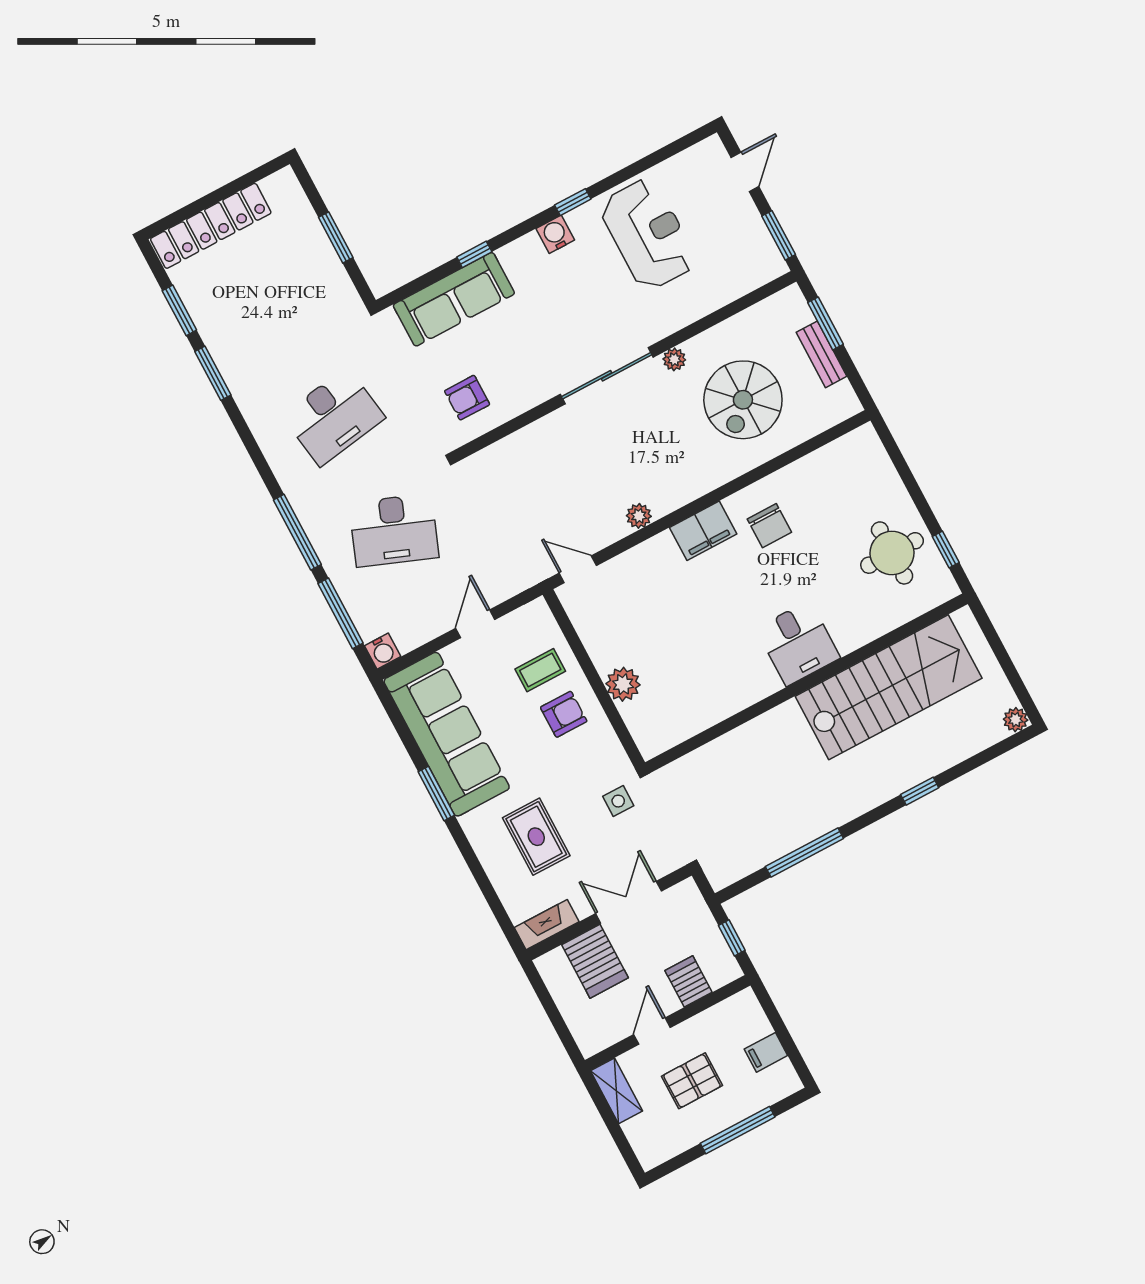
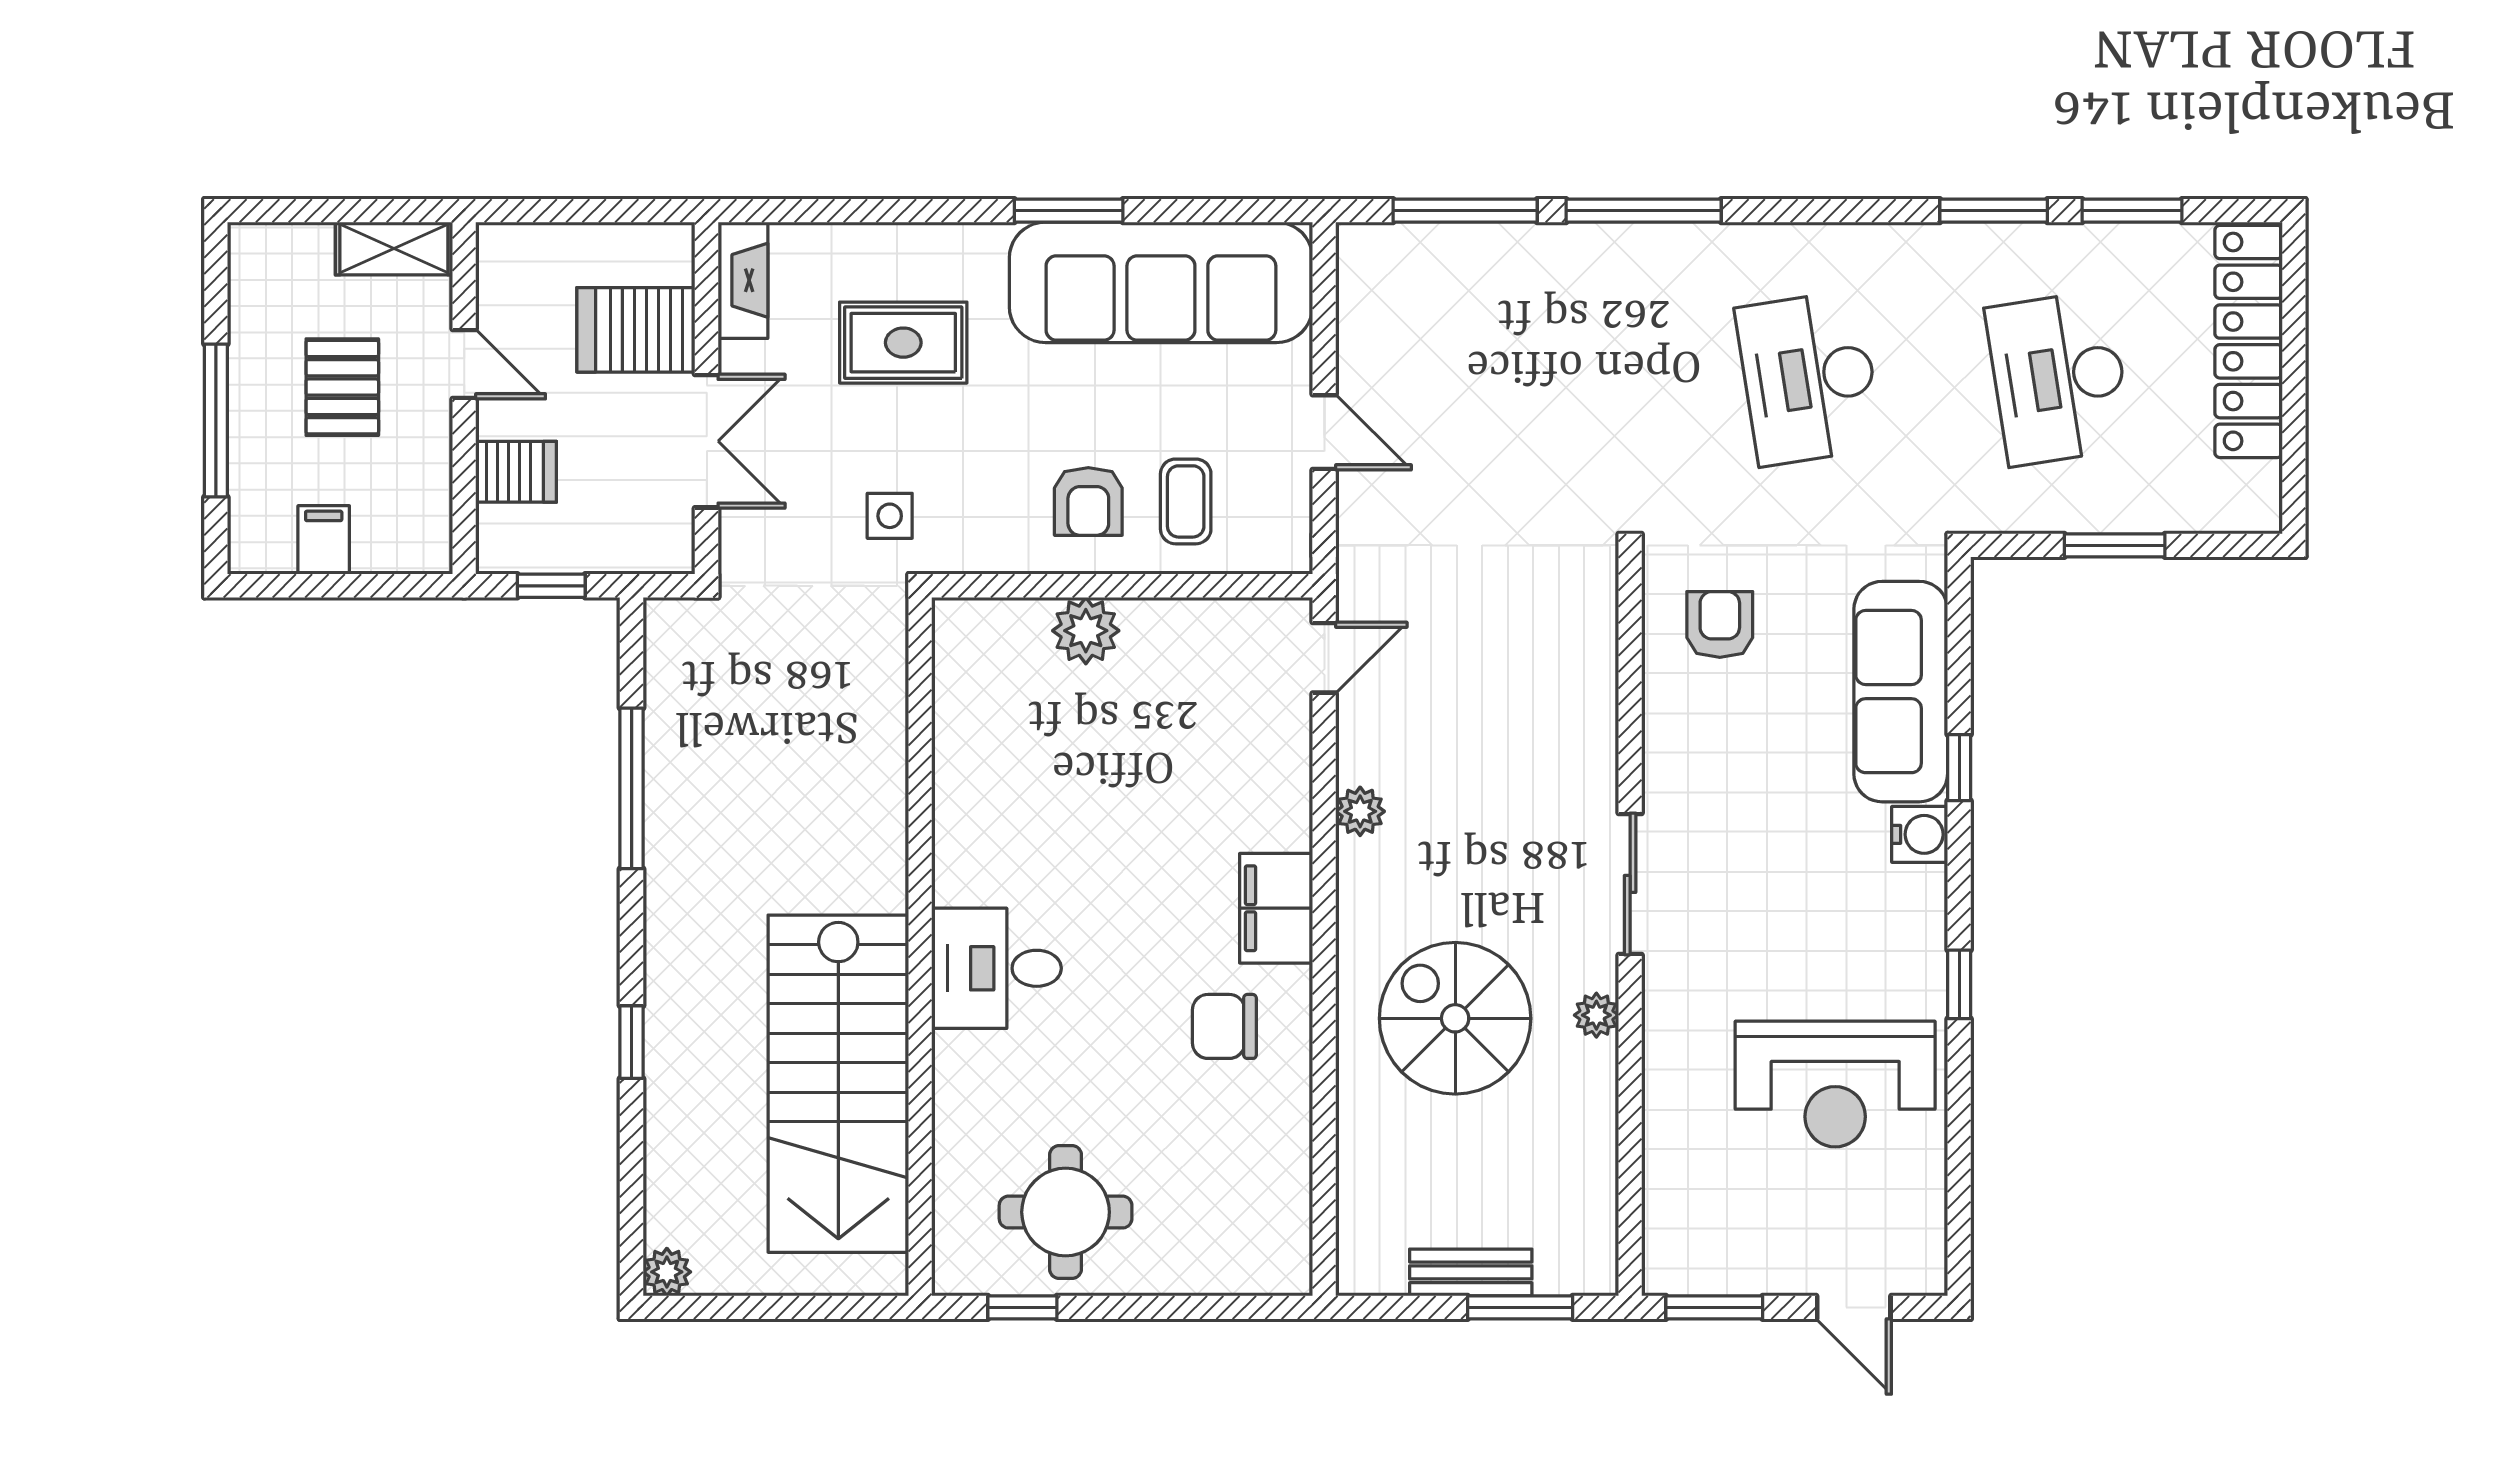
water cooler: (555, 234) -> (1920, 834), moved
sliding door: (607, 376) -> (1630, 884), width x0.73
spiral stairs: (743, 400) -> (1455, 1018), moved
desk: (394, 530) -> (2059, 378), moved, turned -30
water cooler: (383, 651) -> (1362, 248), removed

